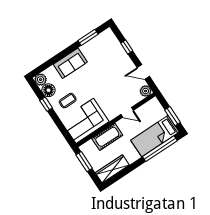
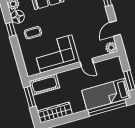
door: (143, 72) -> (115, 29), hinge flipped
corner sofa: (85, 121) -> (56, 54), moved
cot: (107, 137) -> (44, 84), moved

